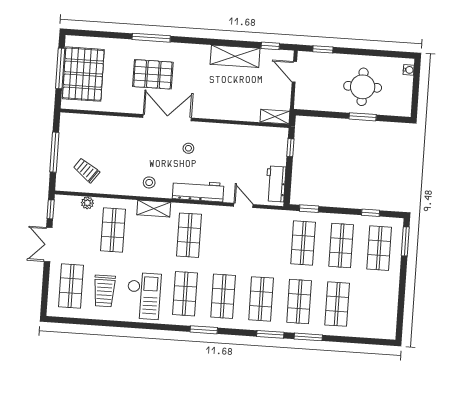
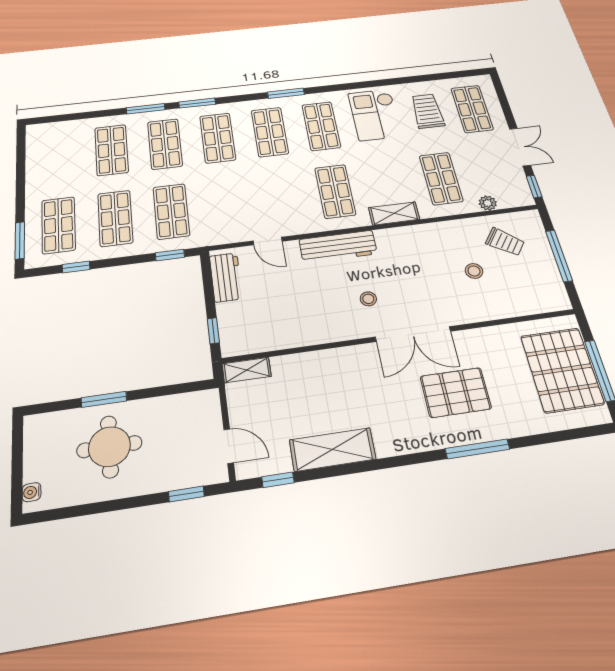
stool: (149, 182) -> (474, 271), moved

